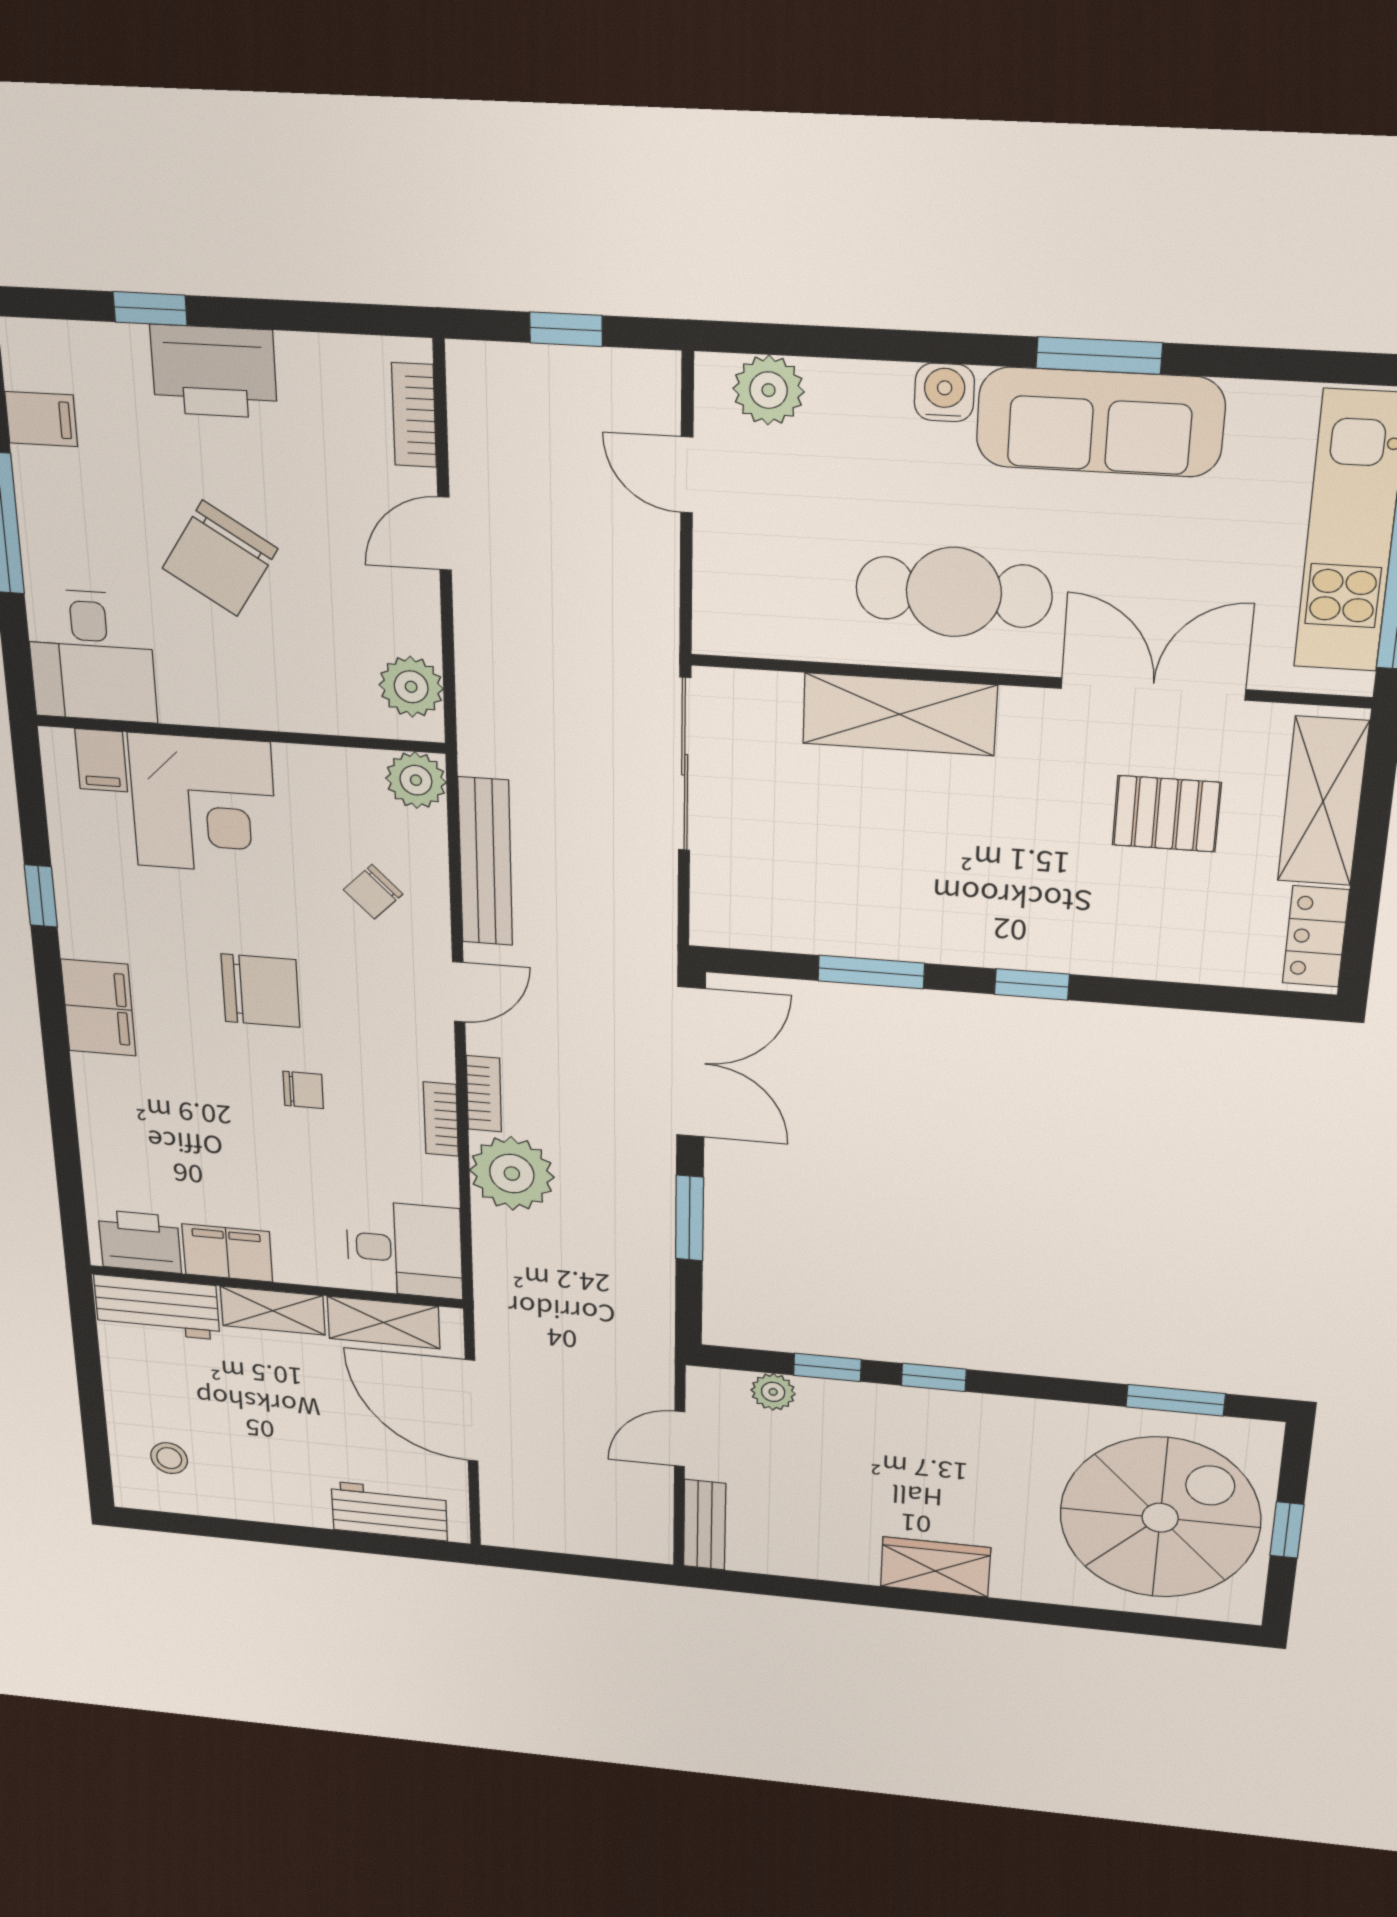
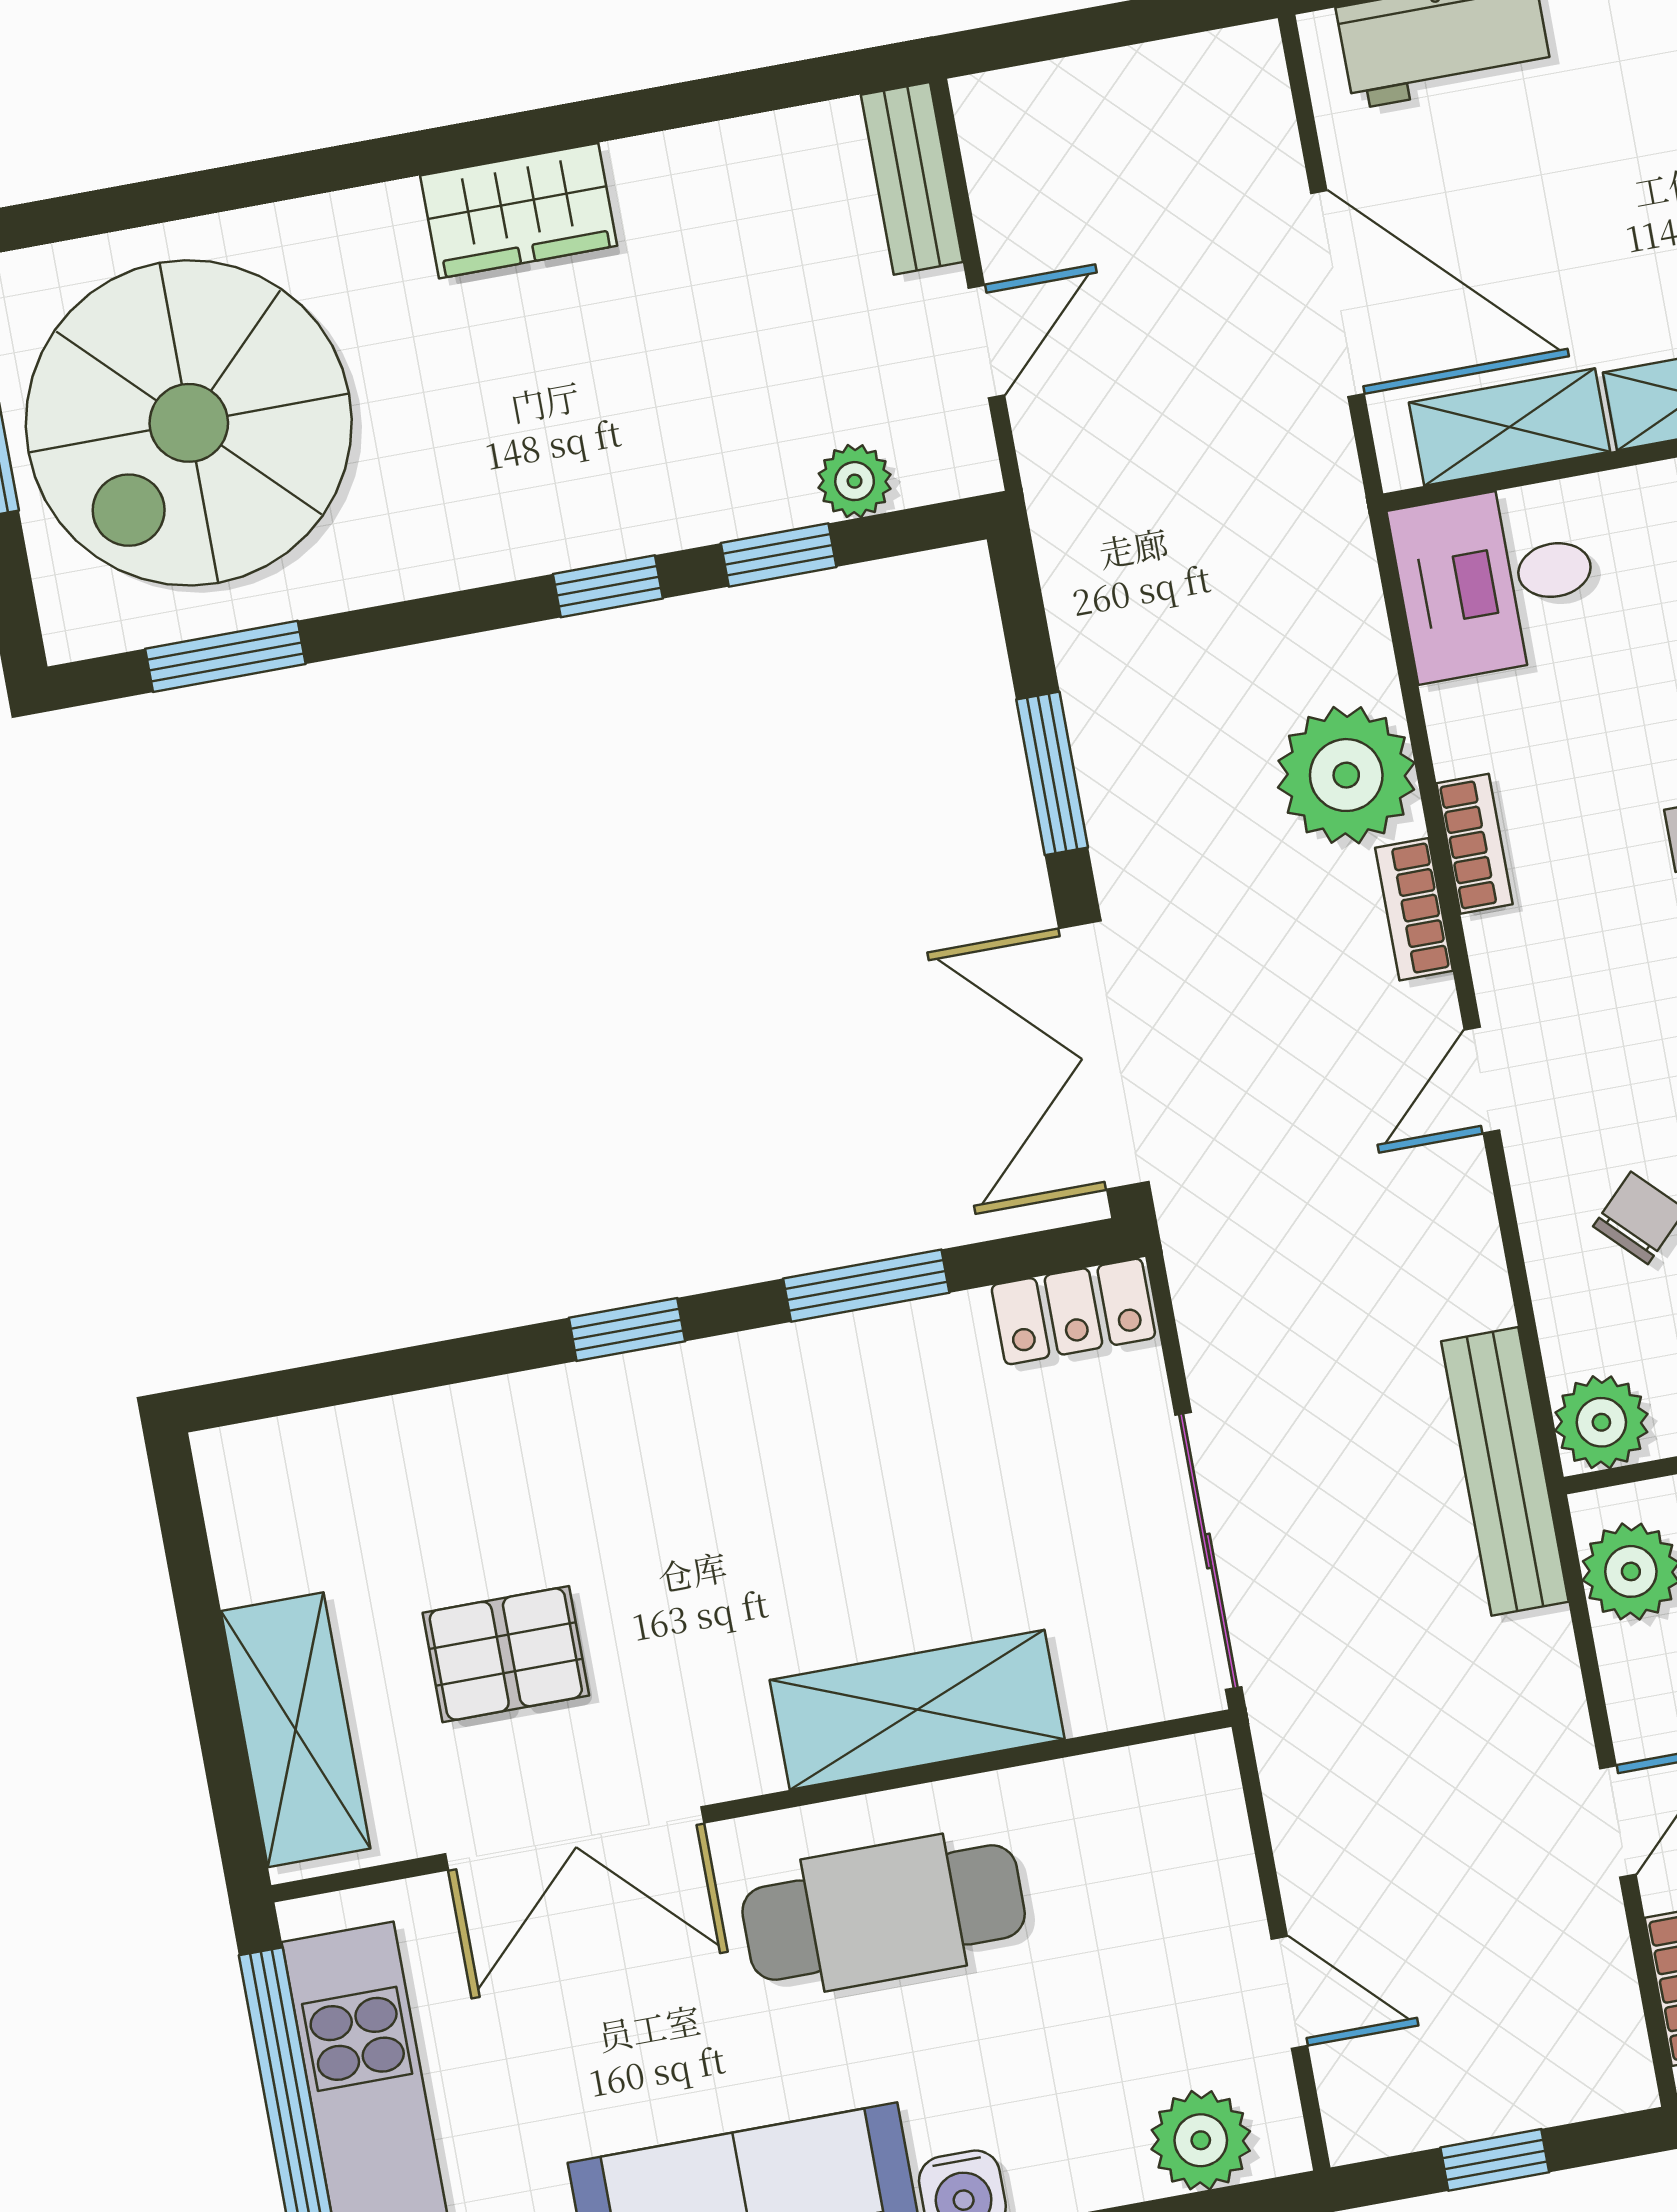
bench: (485, 862) -> (1505, 1471), moved
locker: (1316, 937) -> (1073, 1311), moved, turned 90

